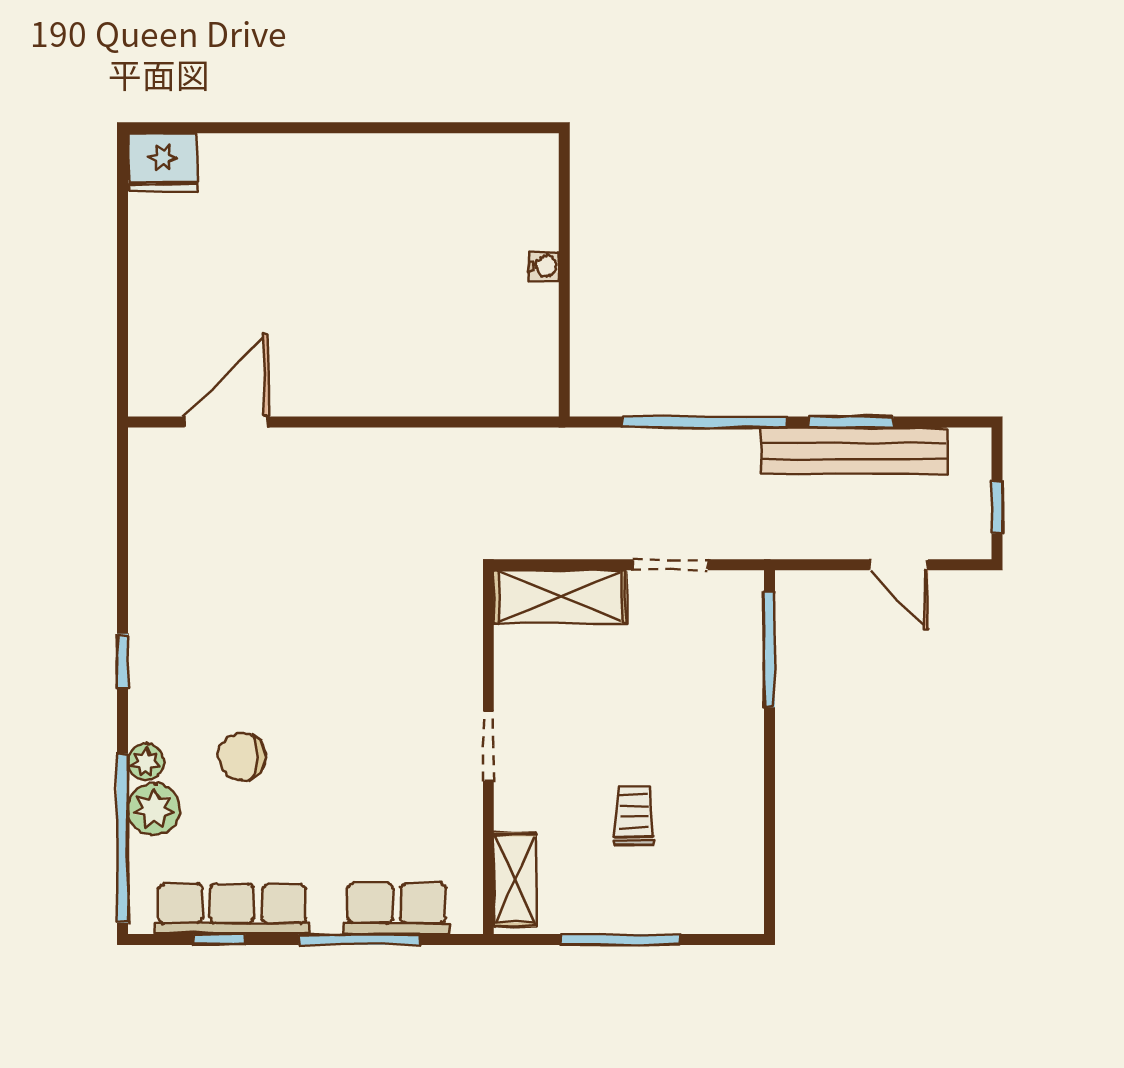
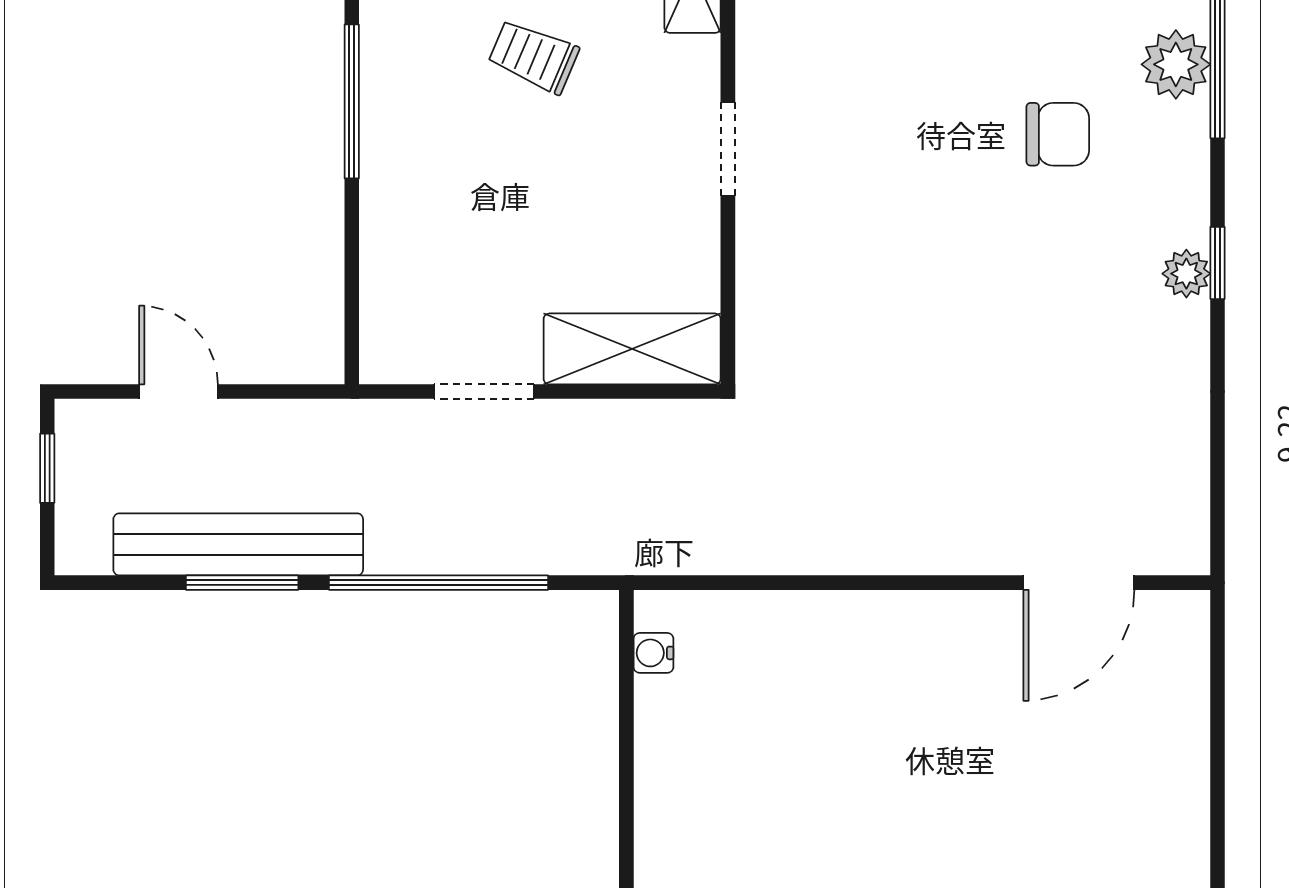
water cooler: (544, 266) -> (653, 653), moved
window: (769, 649) -> (352, 101), moved
plant: (146, 762) -> (1186, 274), moved
trolley: (634, 815) -> (534, 56), turned 113

